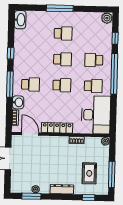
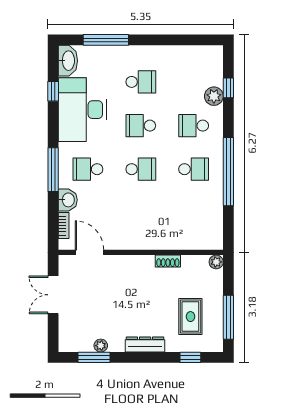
window: (60, 8) -> (106, 40), moved
plant: (107, 18) -> (214, 96), moved
window: (11, 53) -> (53, 91), moved
school desk: (62, 59) -> (141, 126), turned 180
window: (114, 74) -> (228, 172), moved
school desk: (31, 84) -> (88, 169), turned 180
desk: (96, 115) -> (82, 110), moved, turned 180
locker: (57, 128) -> (134, 241), removed

